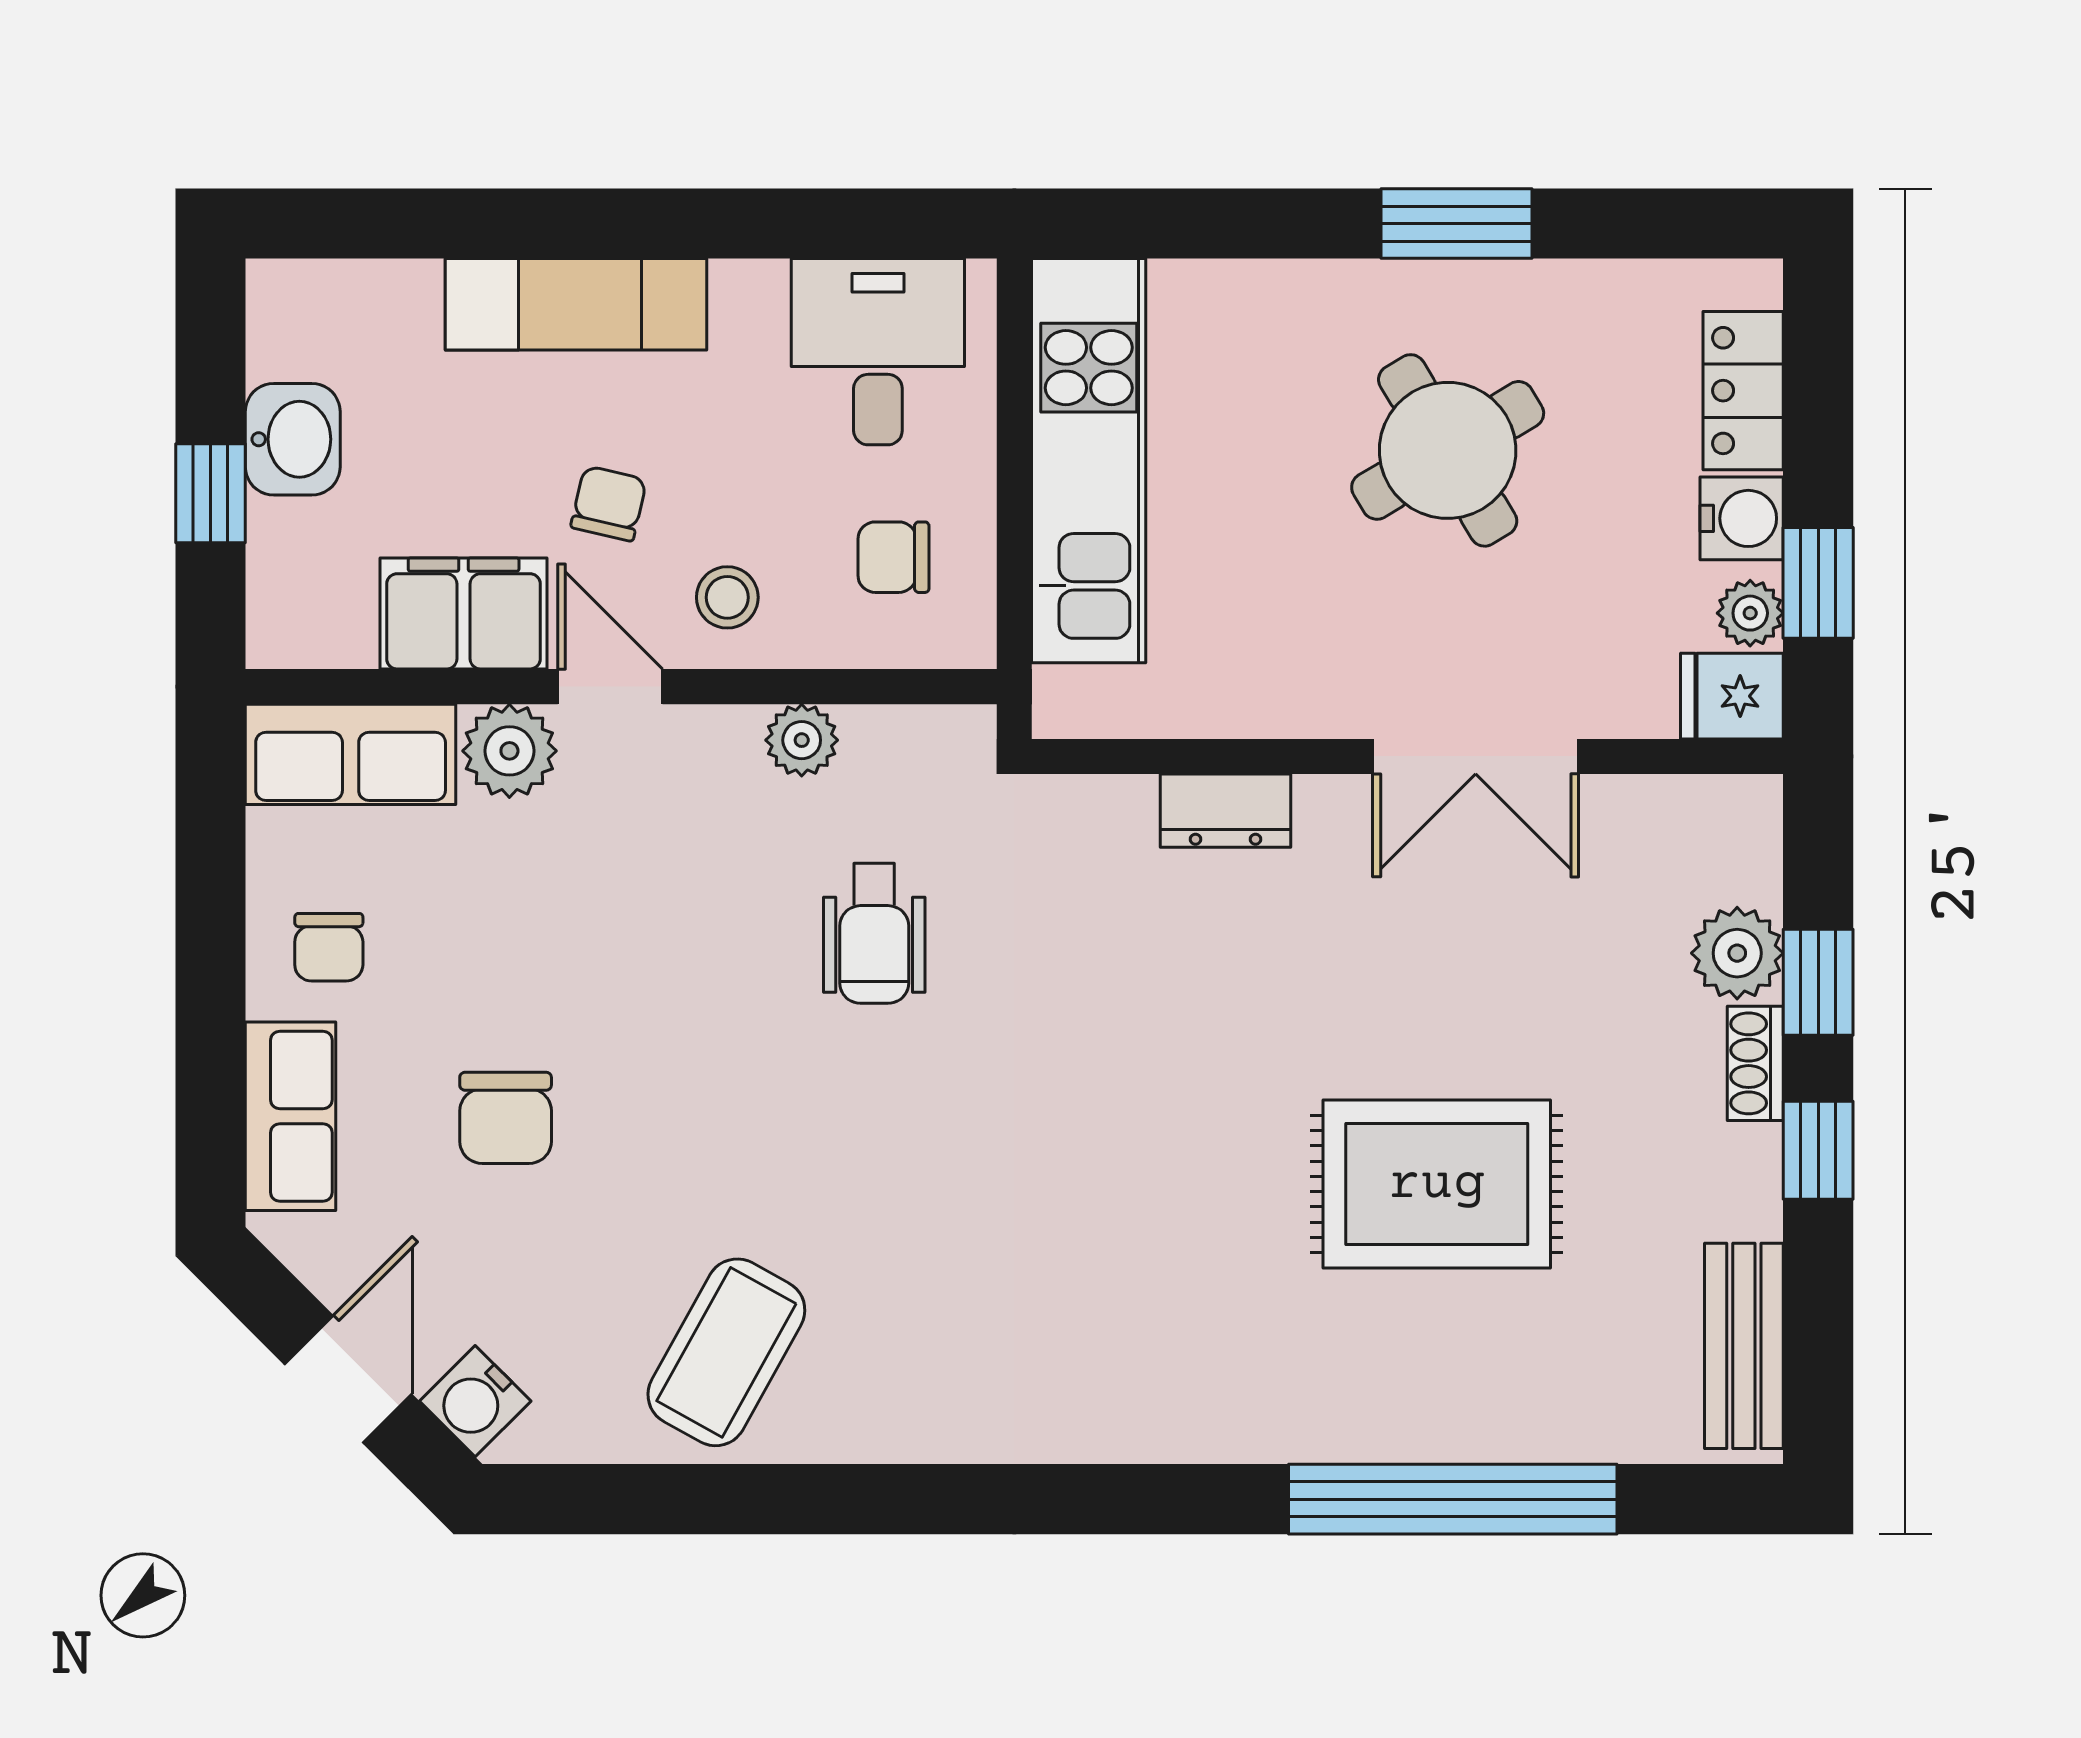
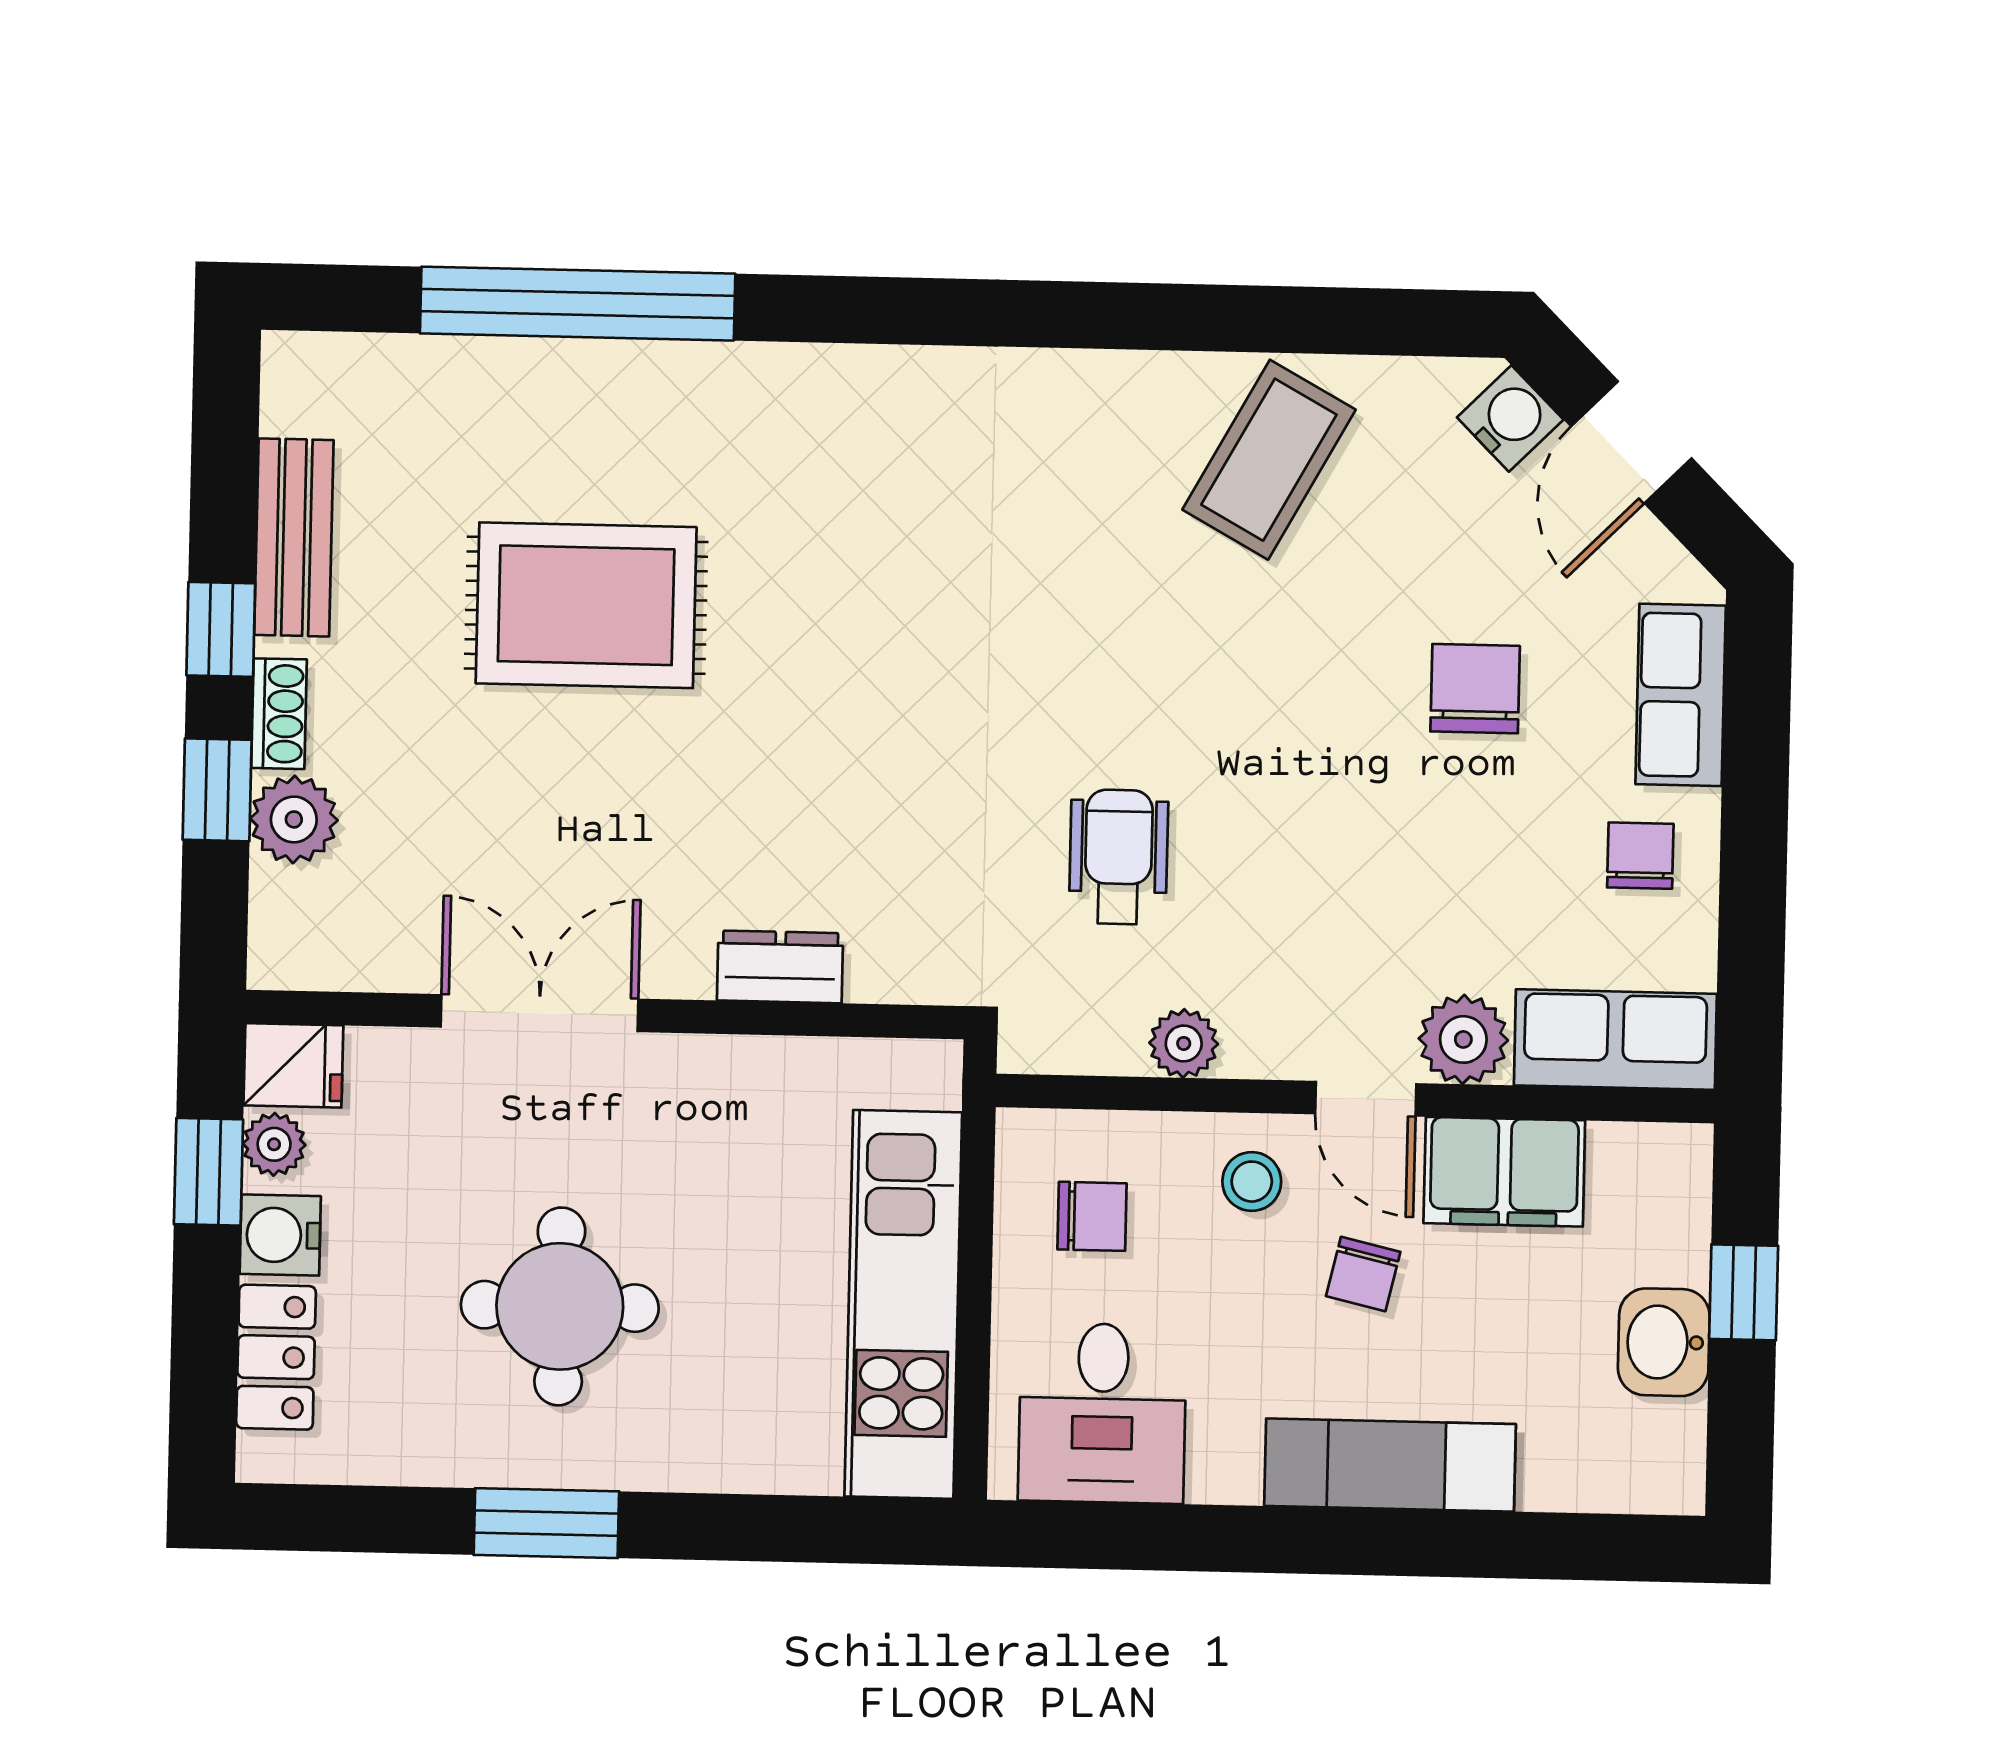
round table: (1448, 450) -> (560, 1306), turned 31
bench: (1744, 1346) -> (294, 537), moved

